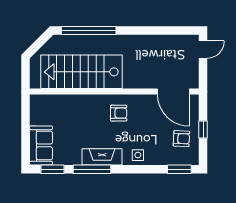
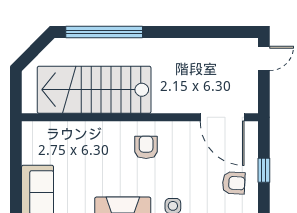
armchair: (119, 113) -> (146, 147), turned -90

